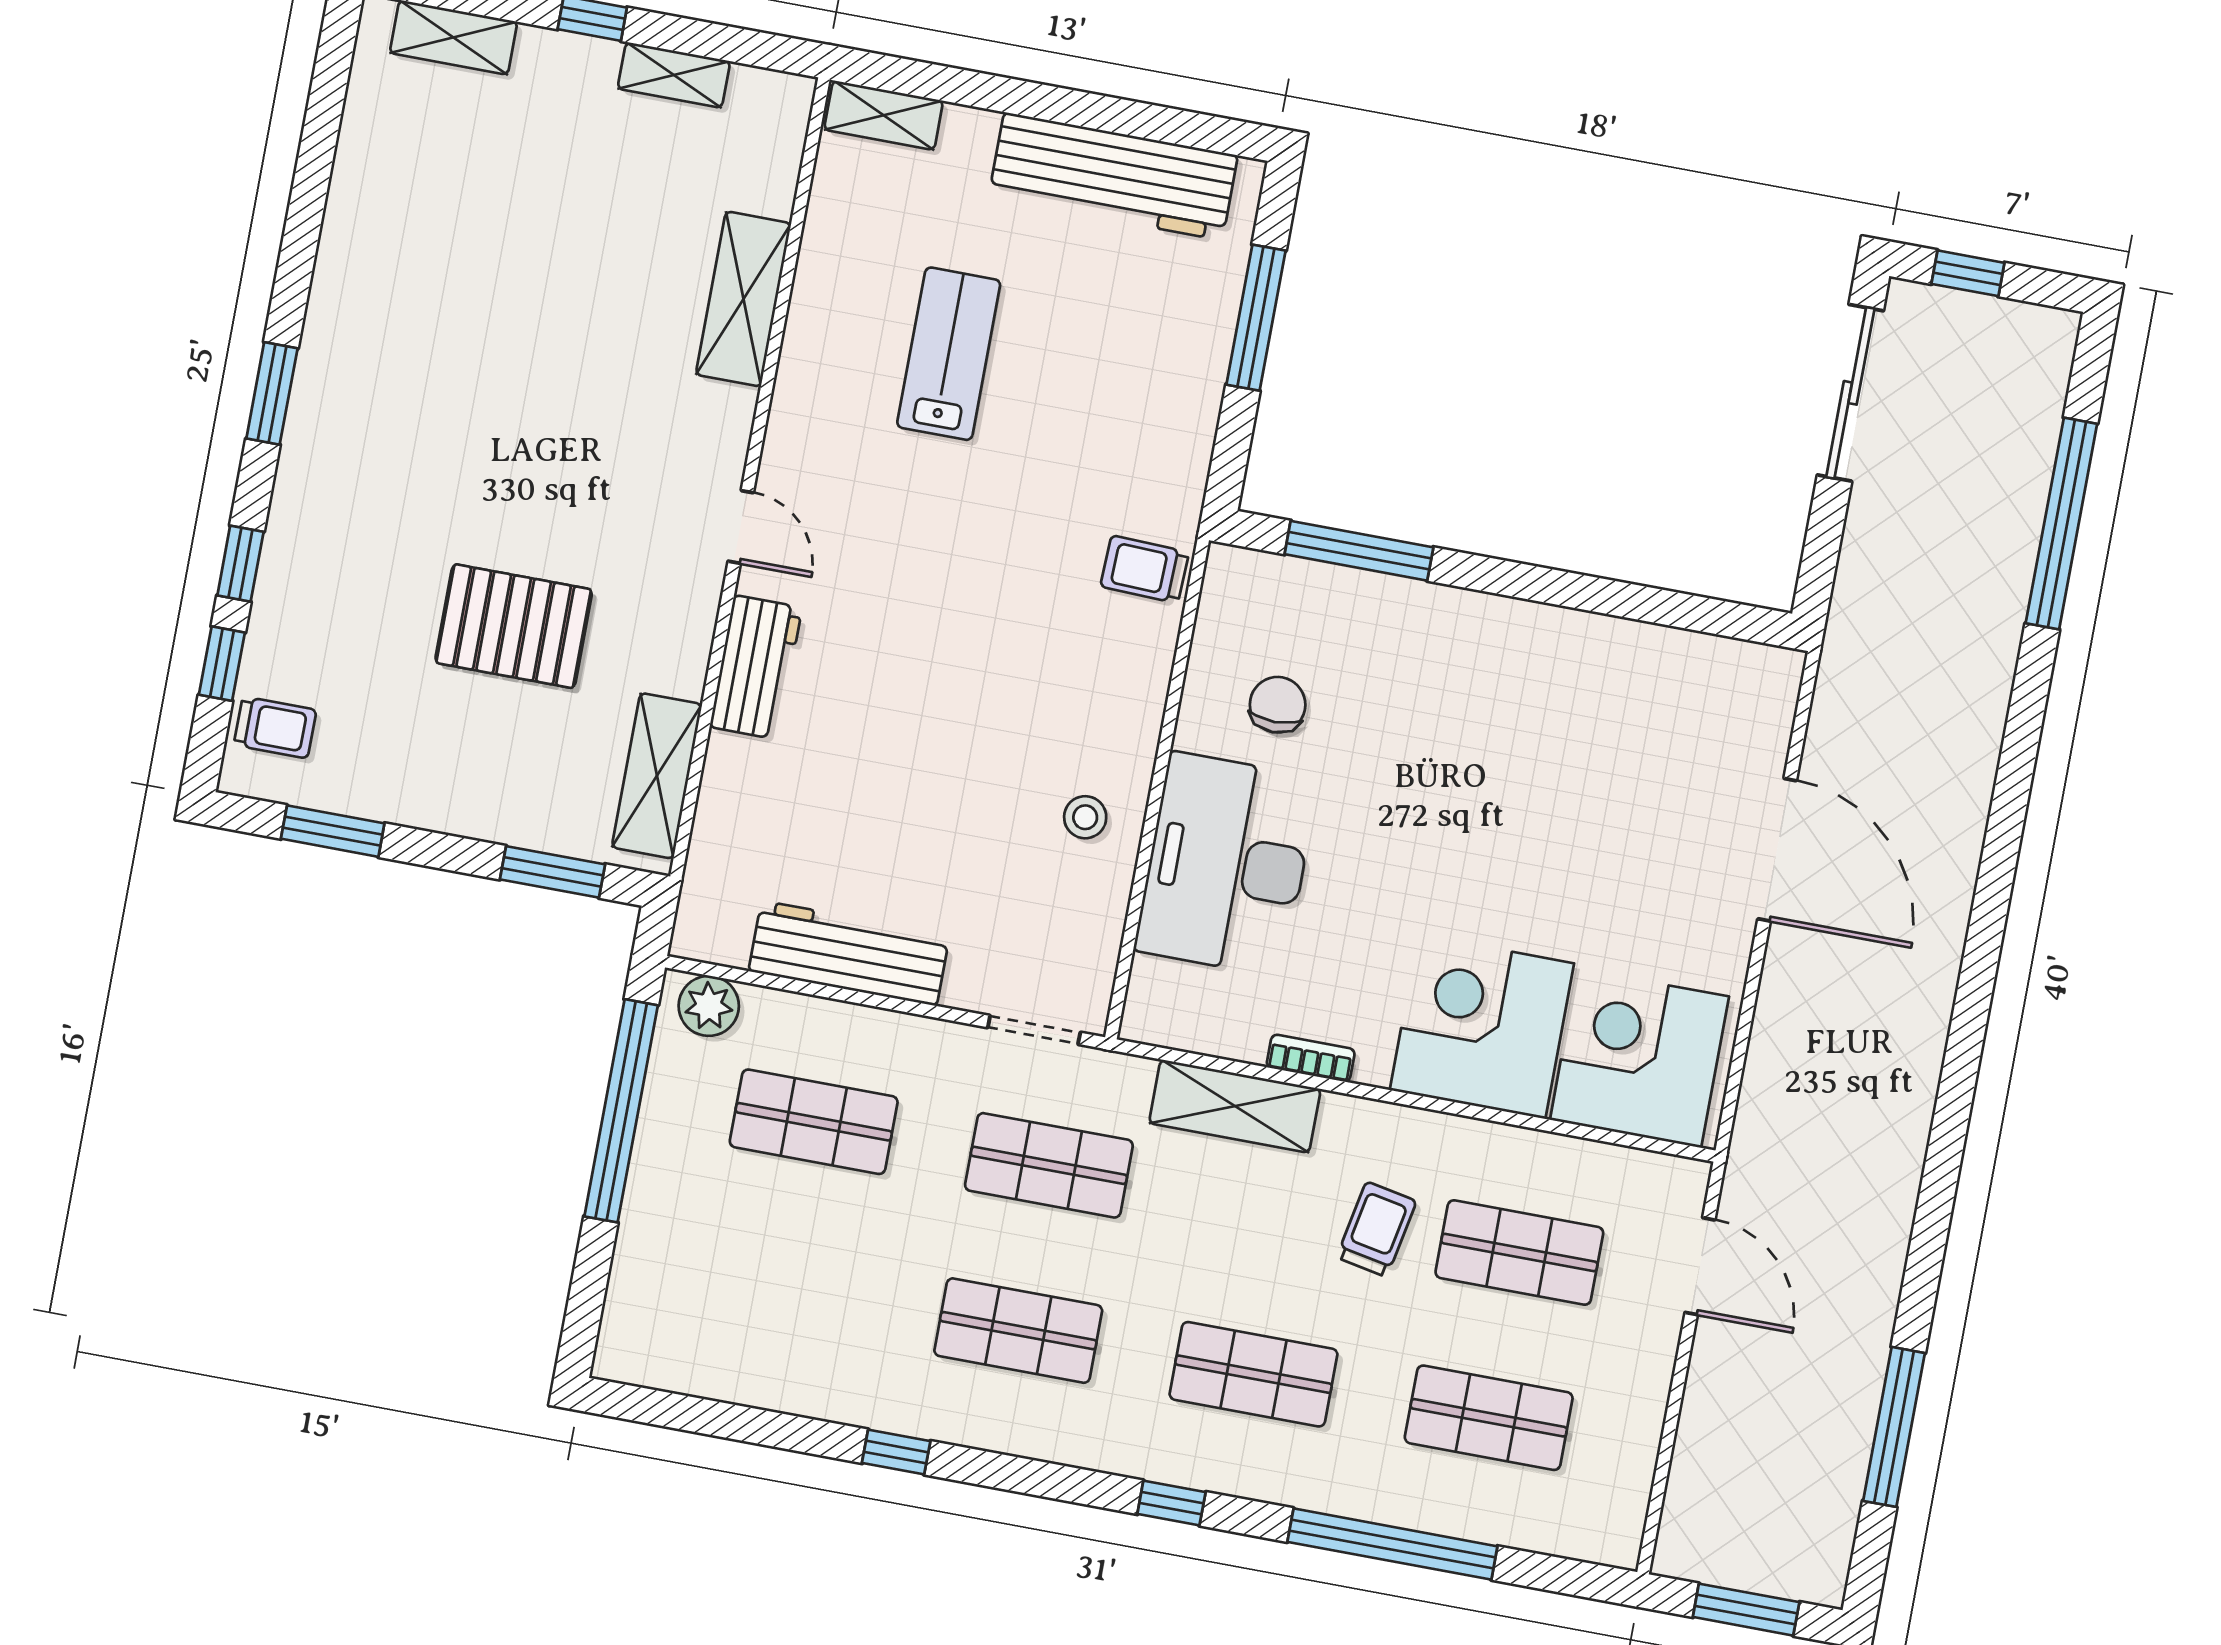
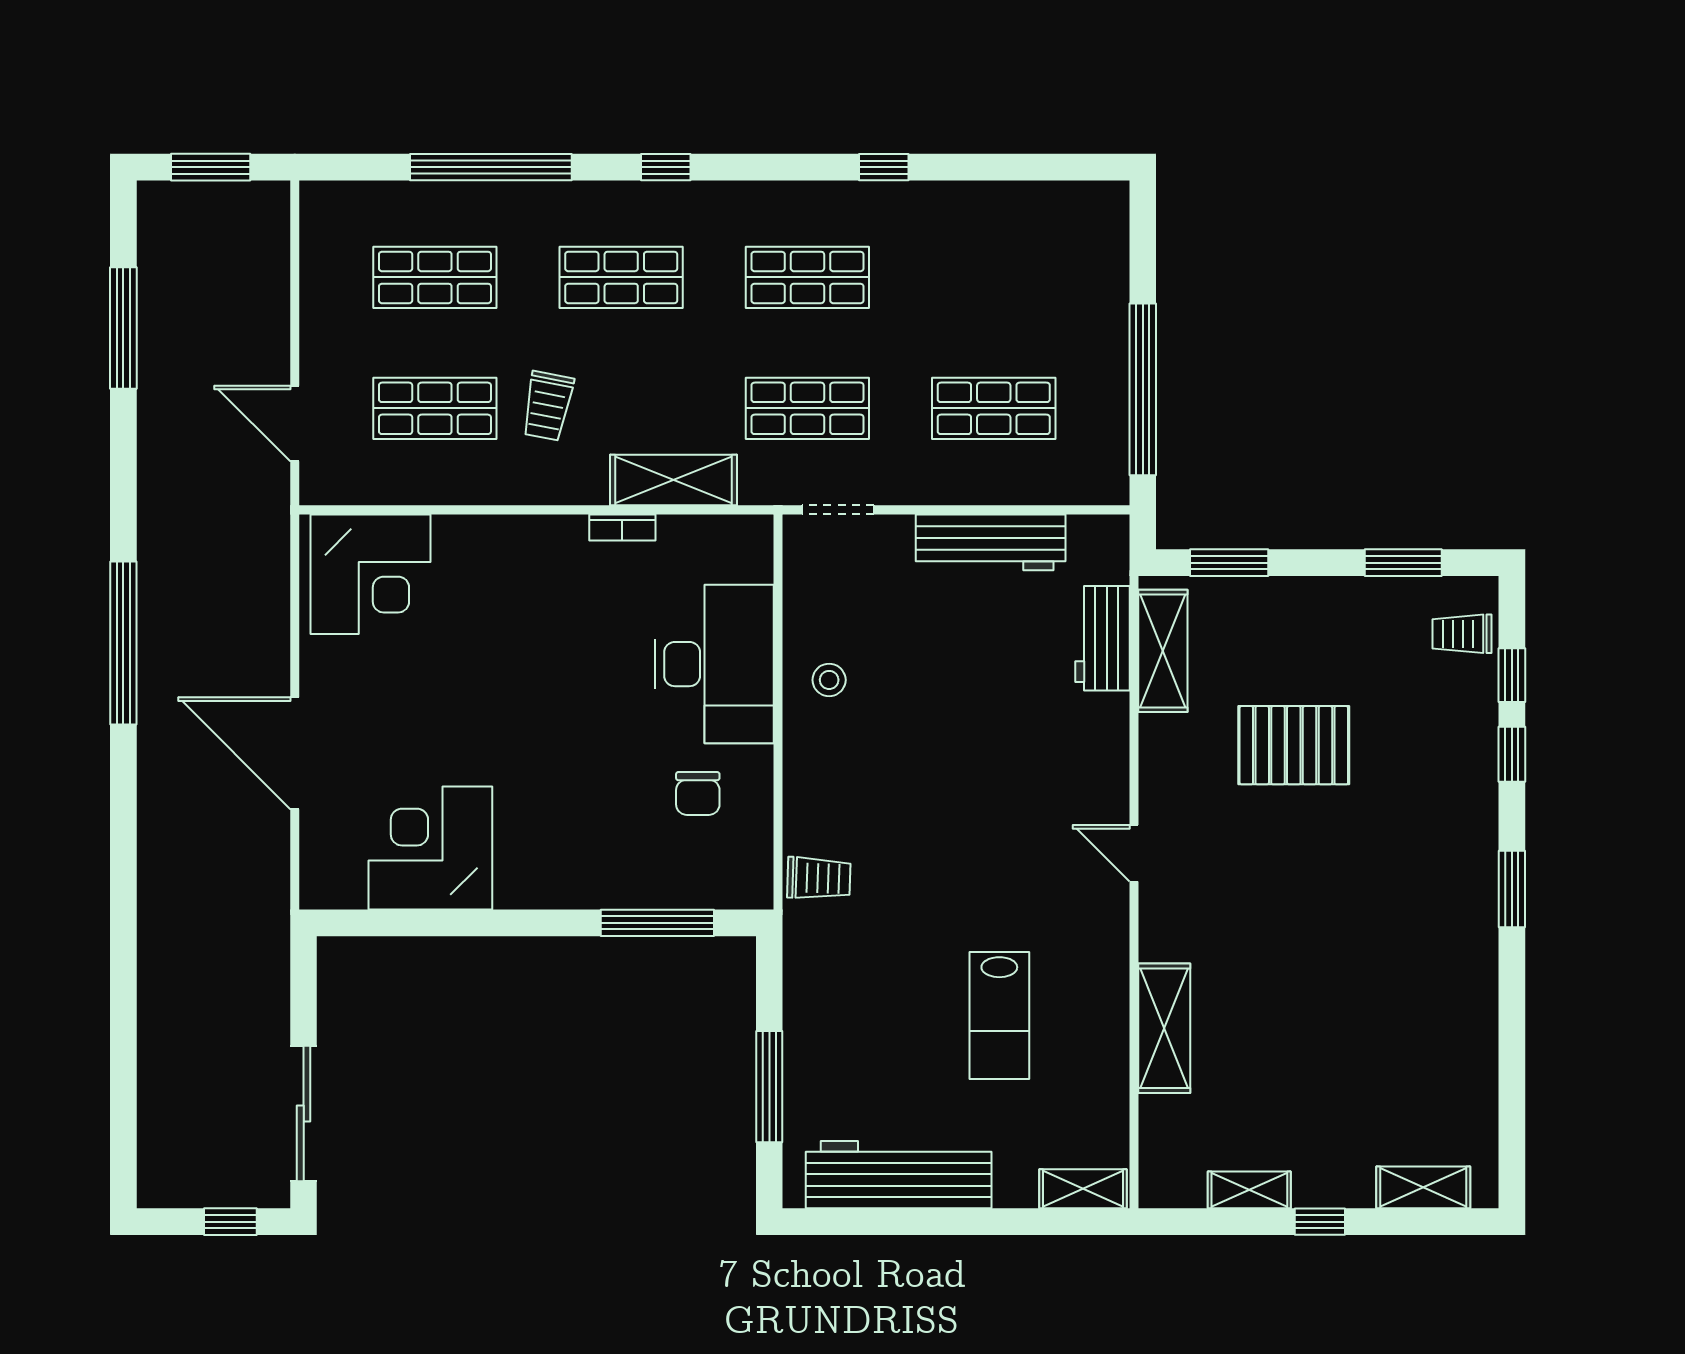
window: (2061, 523) -> (123, 643), moved
workbench: (756, 667) -> (1102, 638), moved
plant: (709, 1006) -> (1091, 482), removed
corner desk: (1482, 1027) -> (430, 848), moved, turned 180

